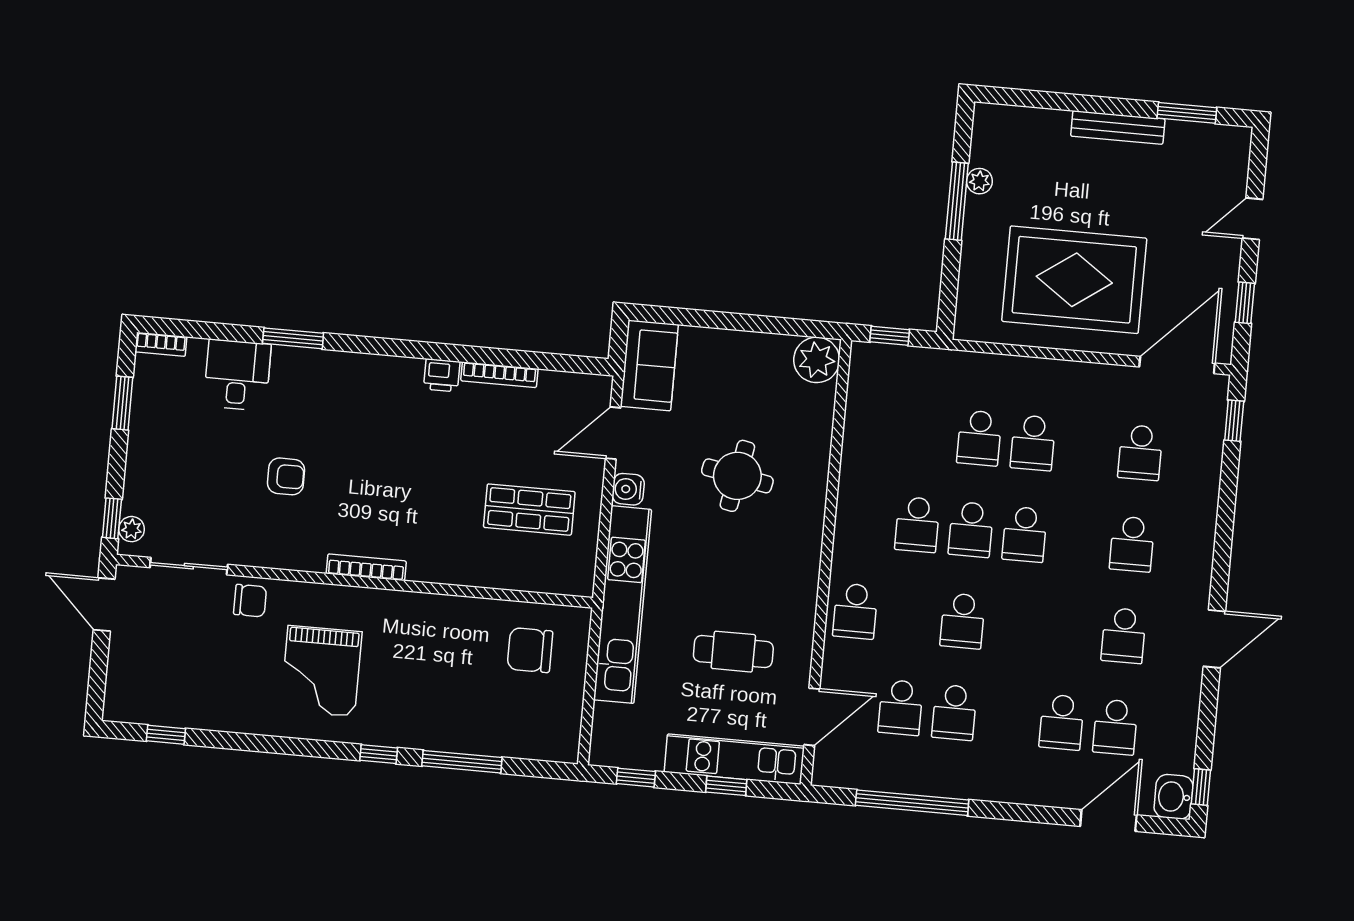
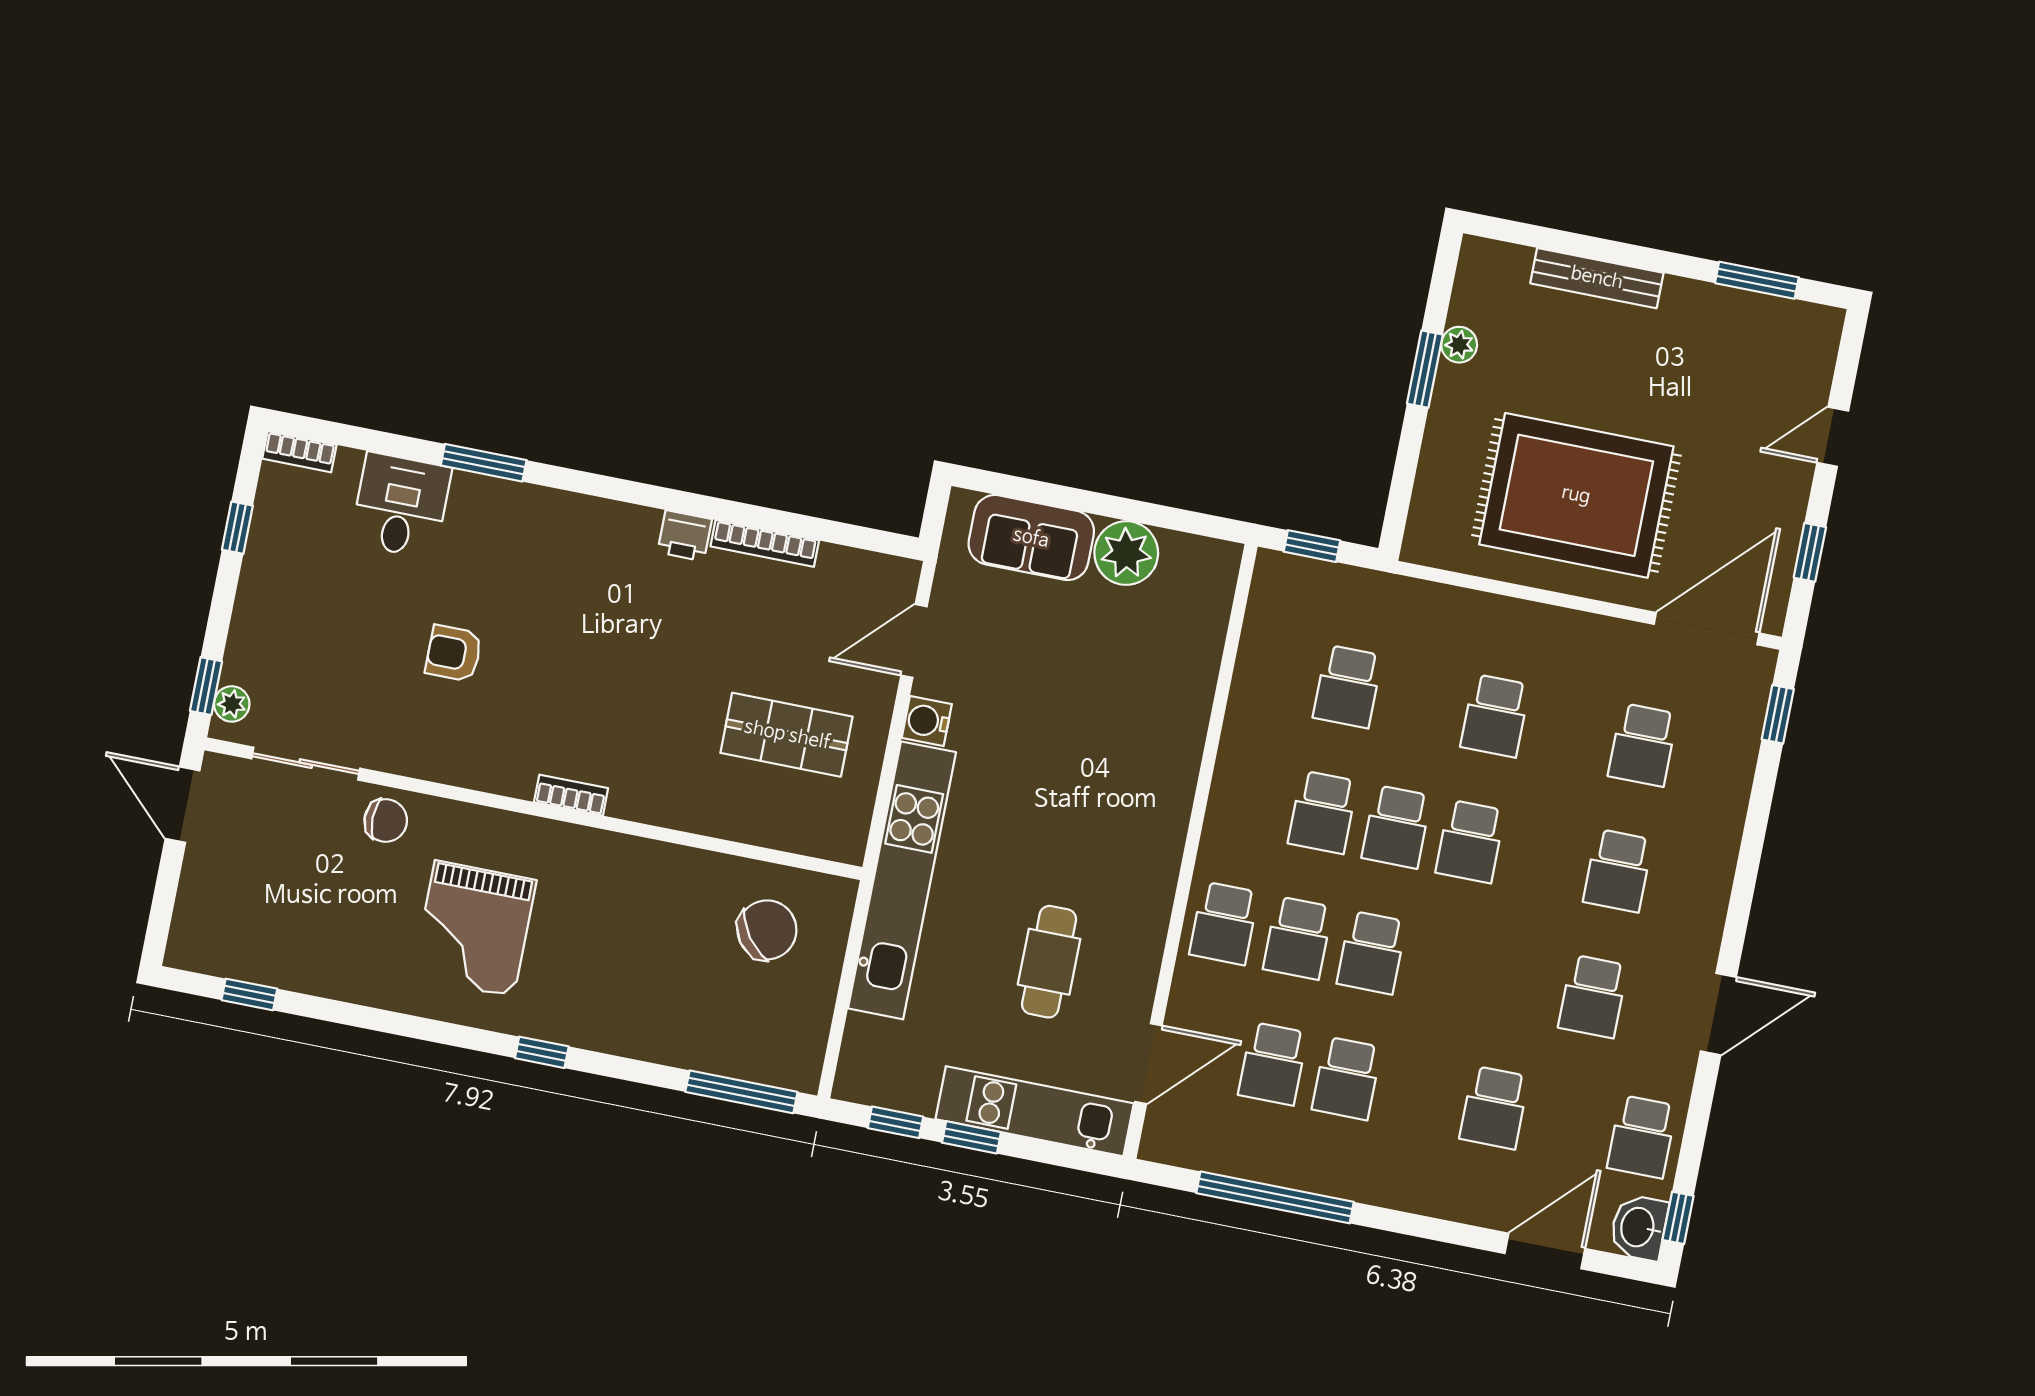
bench: (1118, 127) -> (1597, 278), moved
window: (957, 201) -> (1425, 369), width x0.69
plant: (817, 360) -> (1126, 553), moved
sofa: (649, 365) -> (1031, 538), moved, turned 90
window: (122, 403) -> (237, 528), width x0.67
school desk: (979, 438) -> (1348, 686), moved
armchair: (286, 476) -> (454, 653), turned 180
round table: (737, 476) -> (1080, 718), removed
bookcase: (366, 567) -> (571, 795), width x0.64
school desk: (909, 616) -> (1298, 938), added
chair: (530, 650) -> (767, 930), turned 144
cafe table: (733, 652) -> (1049, 962), turned 90
school desk: (1115, 727) -> (1642, 1137), moved
window: (462, 762) -> (741, 1092), moved
window: (726, 786) -> (971, 1137), moved

